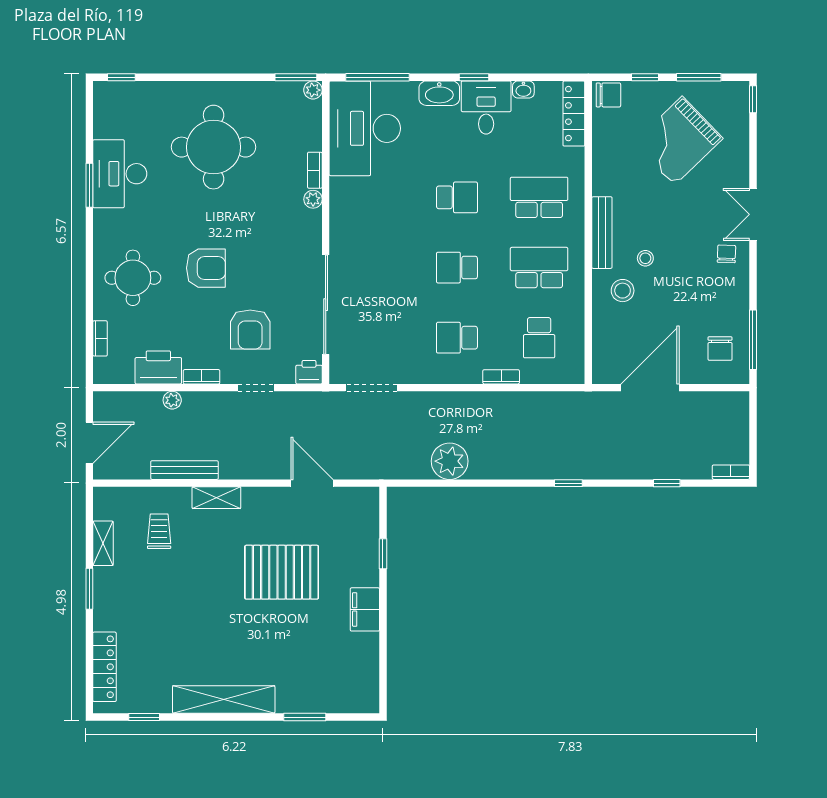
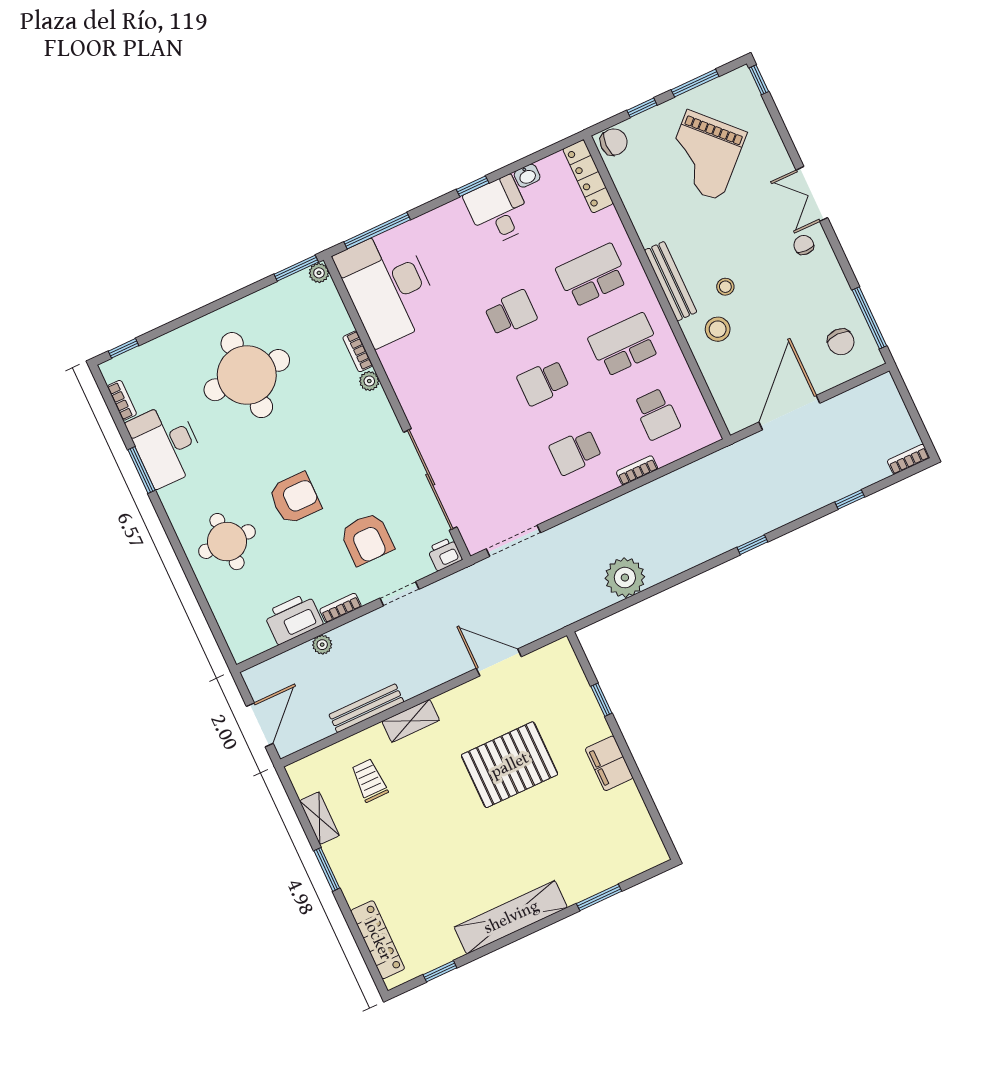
washbasin: (439, 93) -> (446, 218), removed
bookcase: (100, 338) -> (122, 400), moved

